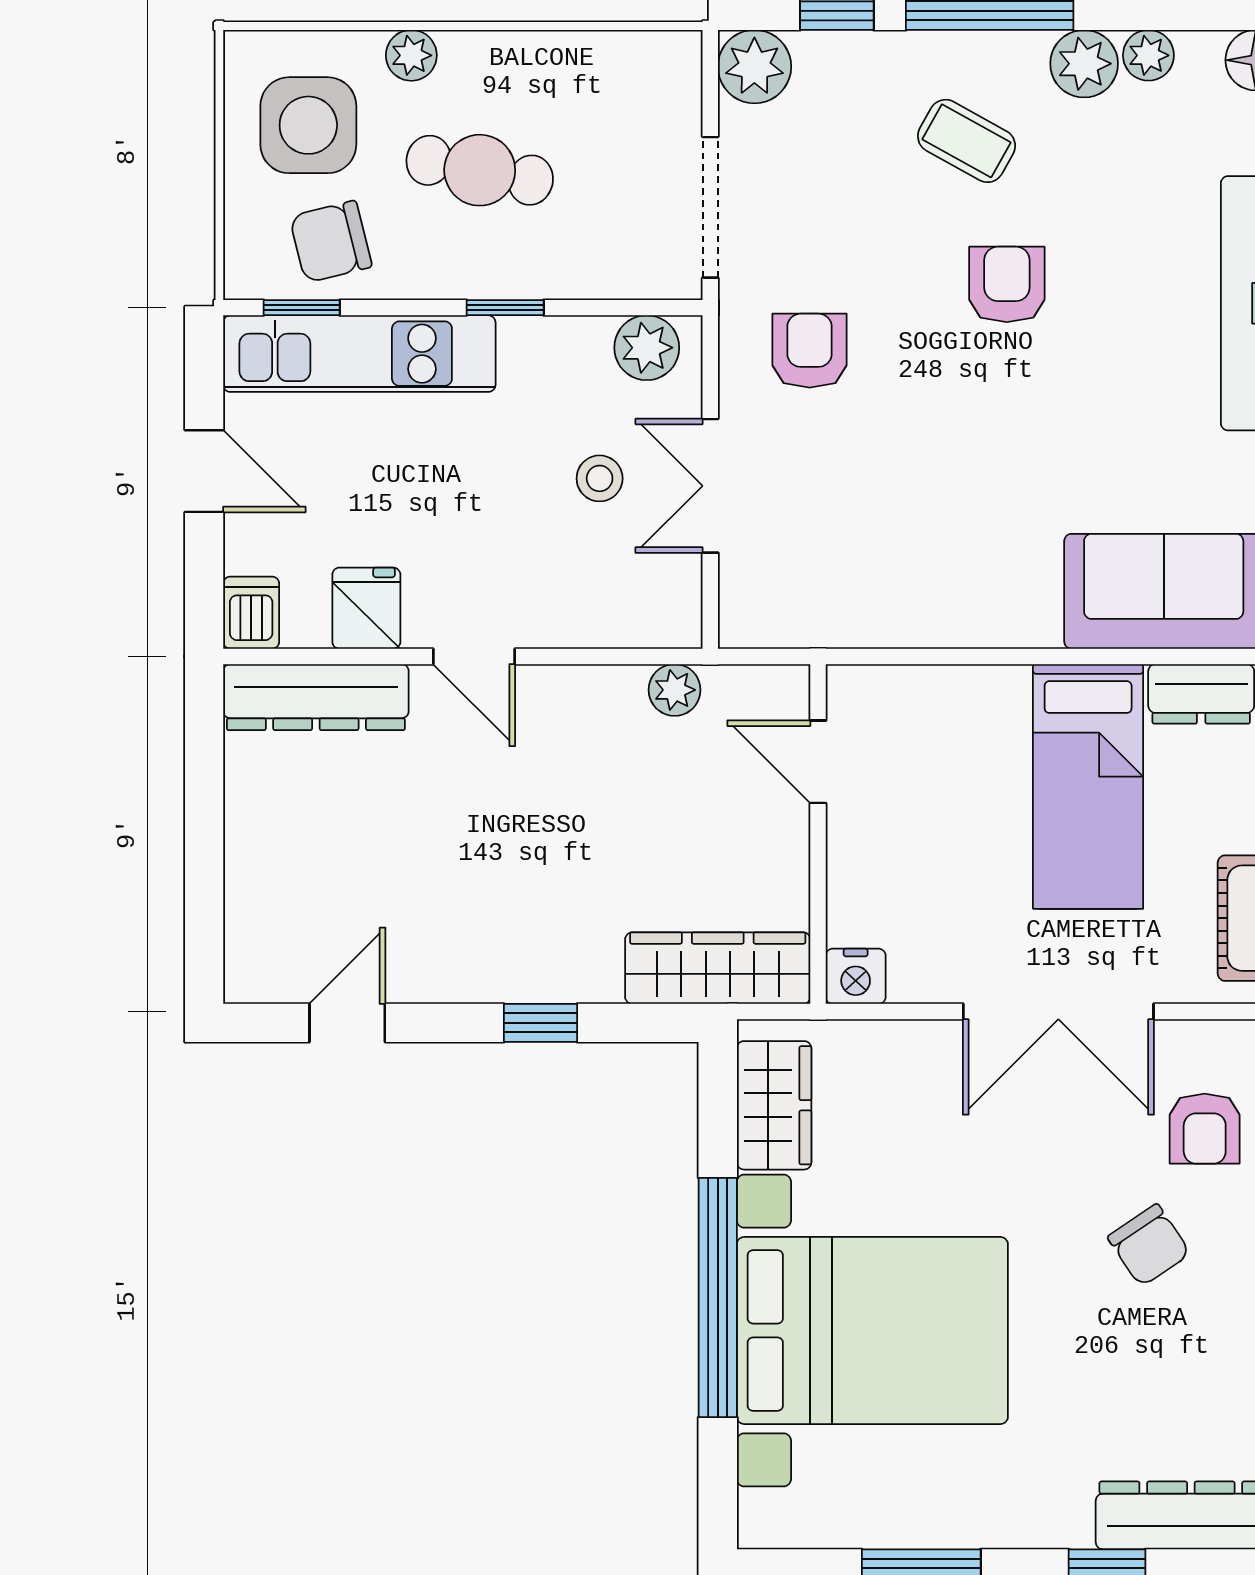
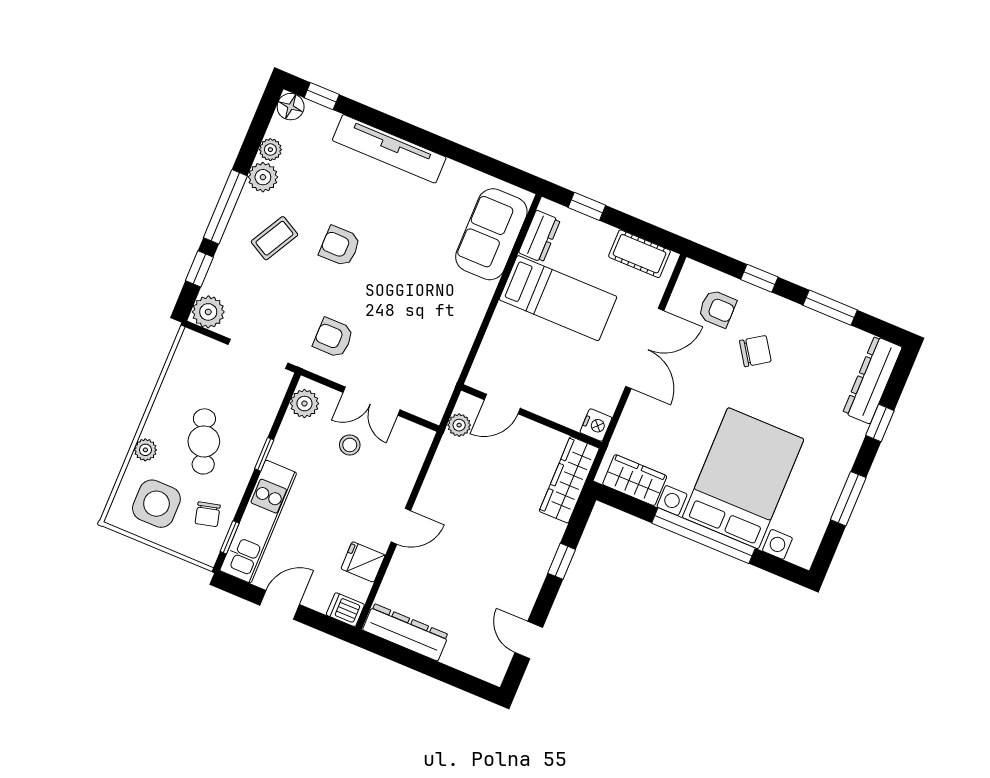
cafe table: (480, 170) -> (204, 441), turned -32
chair: (331, 242) -> (208, 514), width x0.73, depth x0.73
plant: (675, 690) -> (459, 425), moved
dresser: (316, 697) -> (406, 632), moved, turned -90

